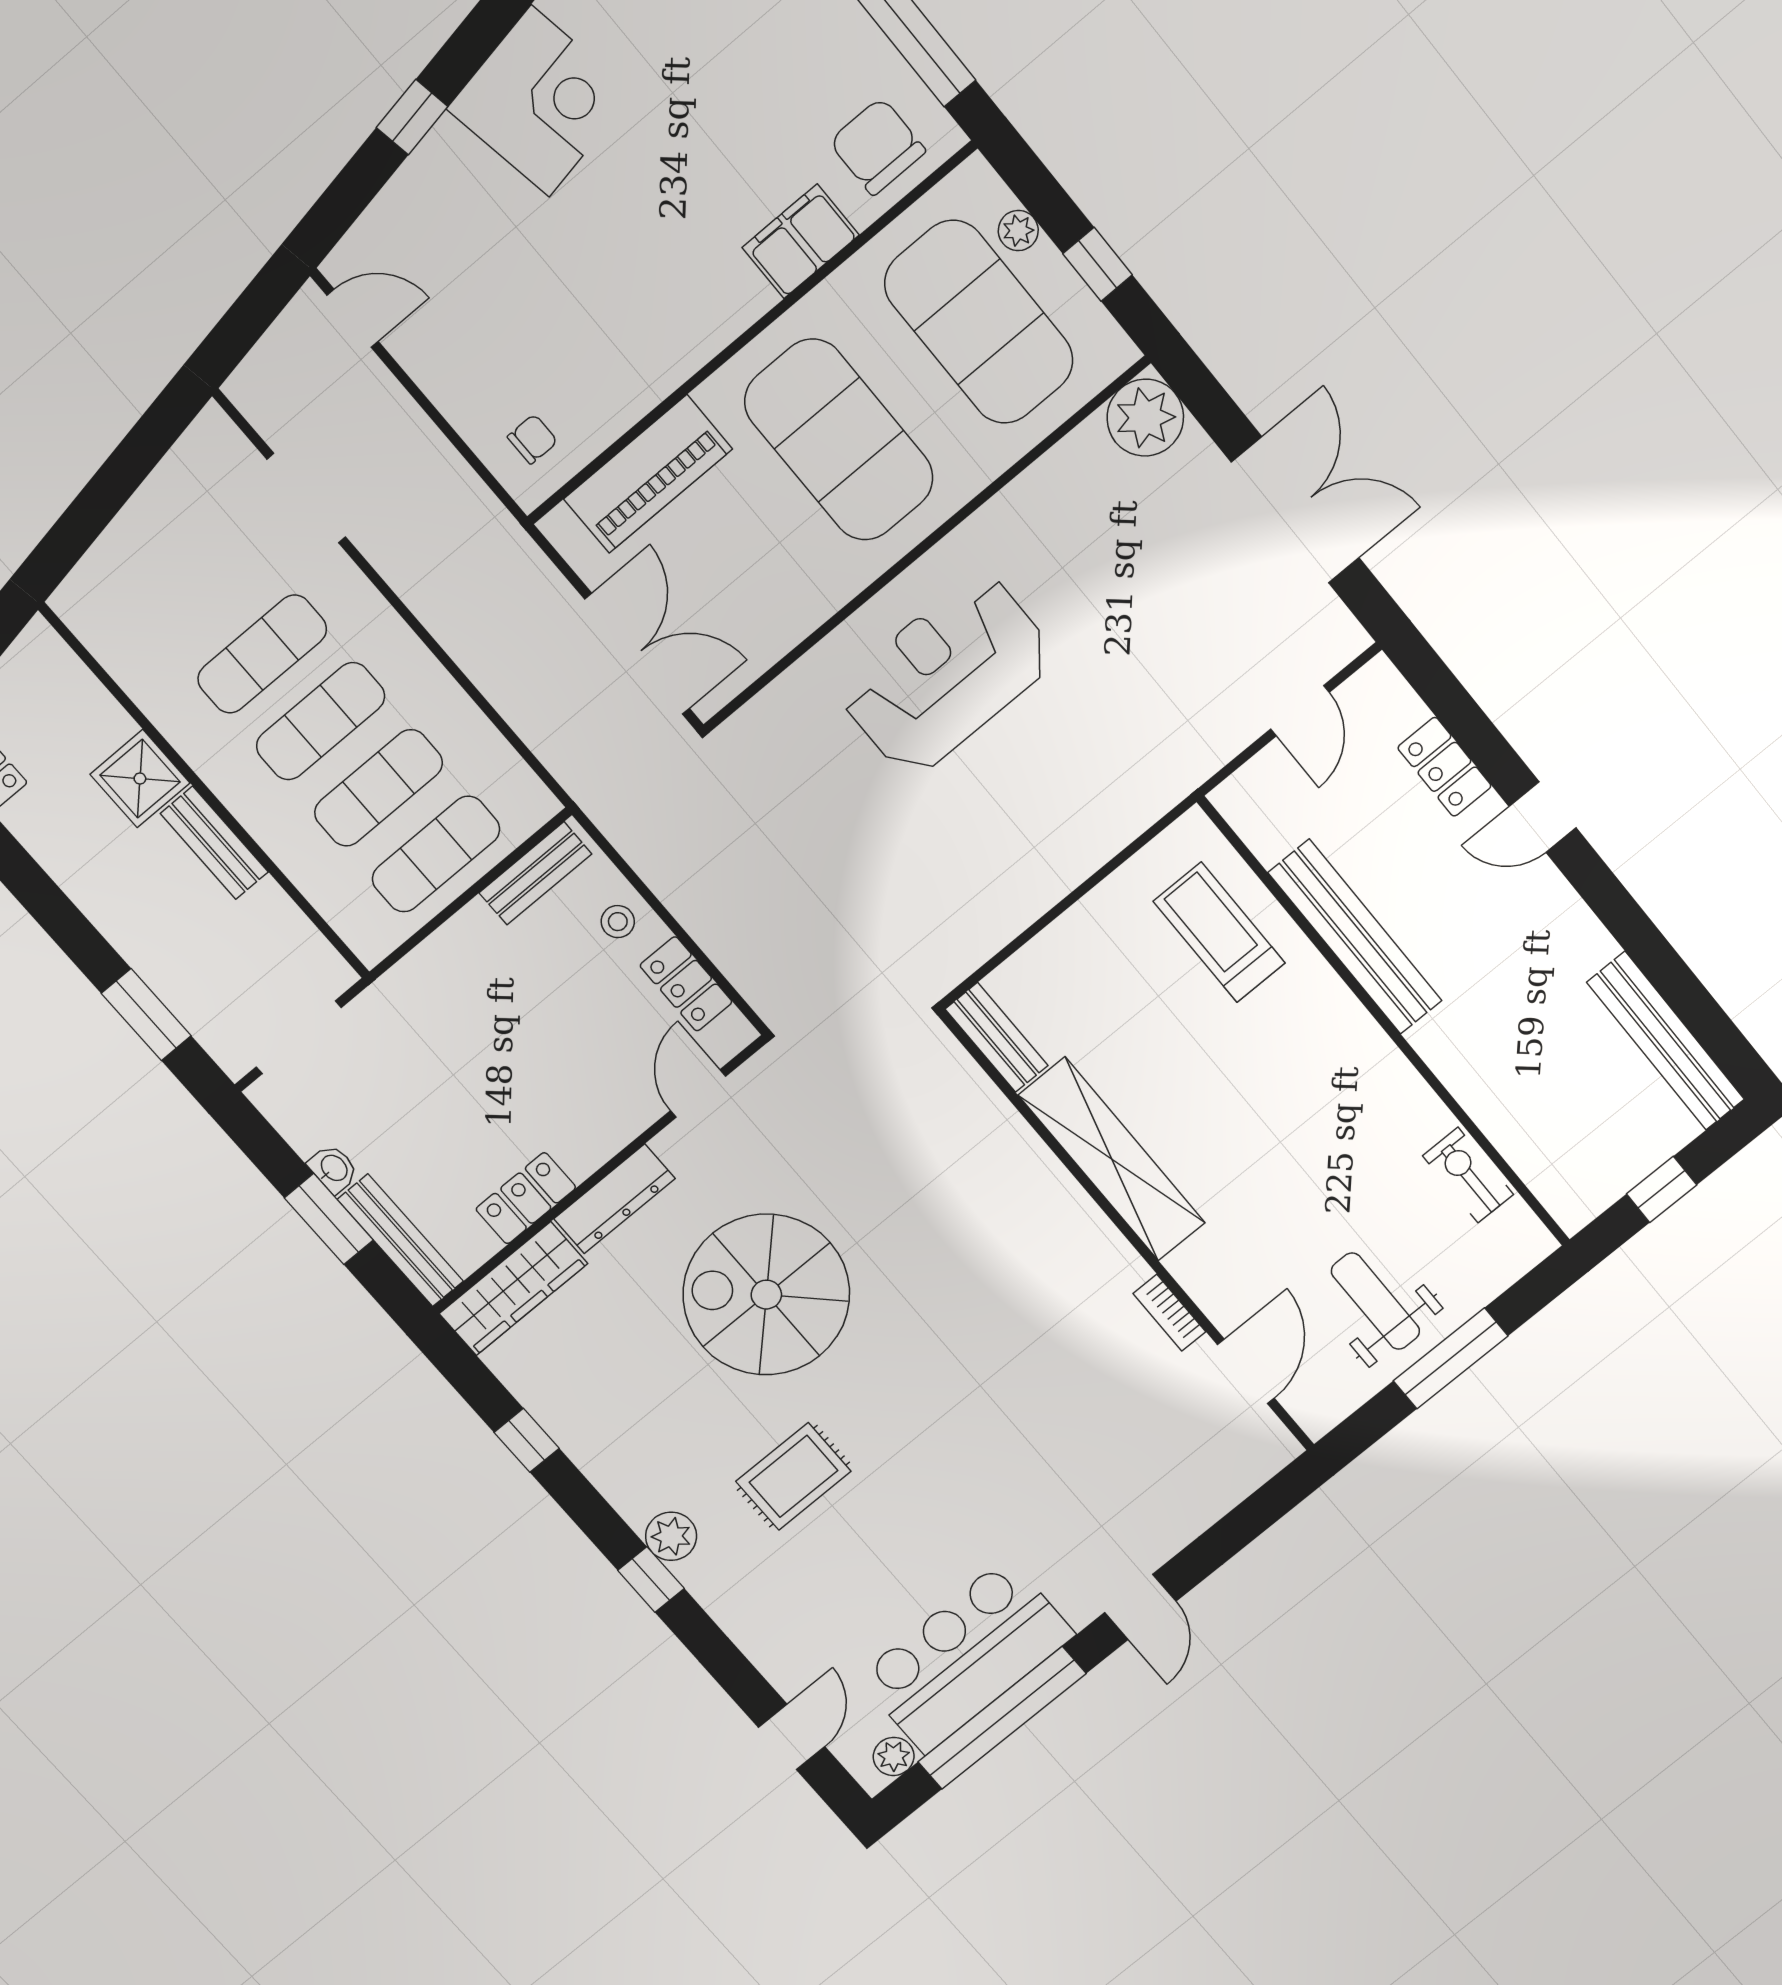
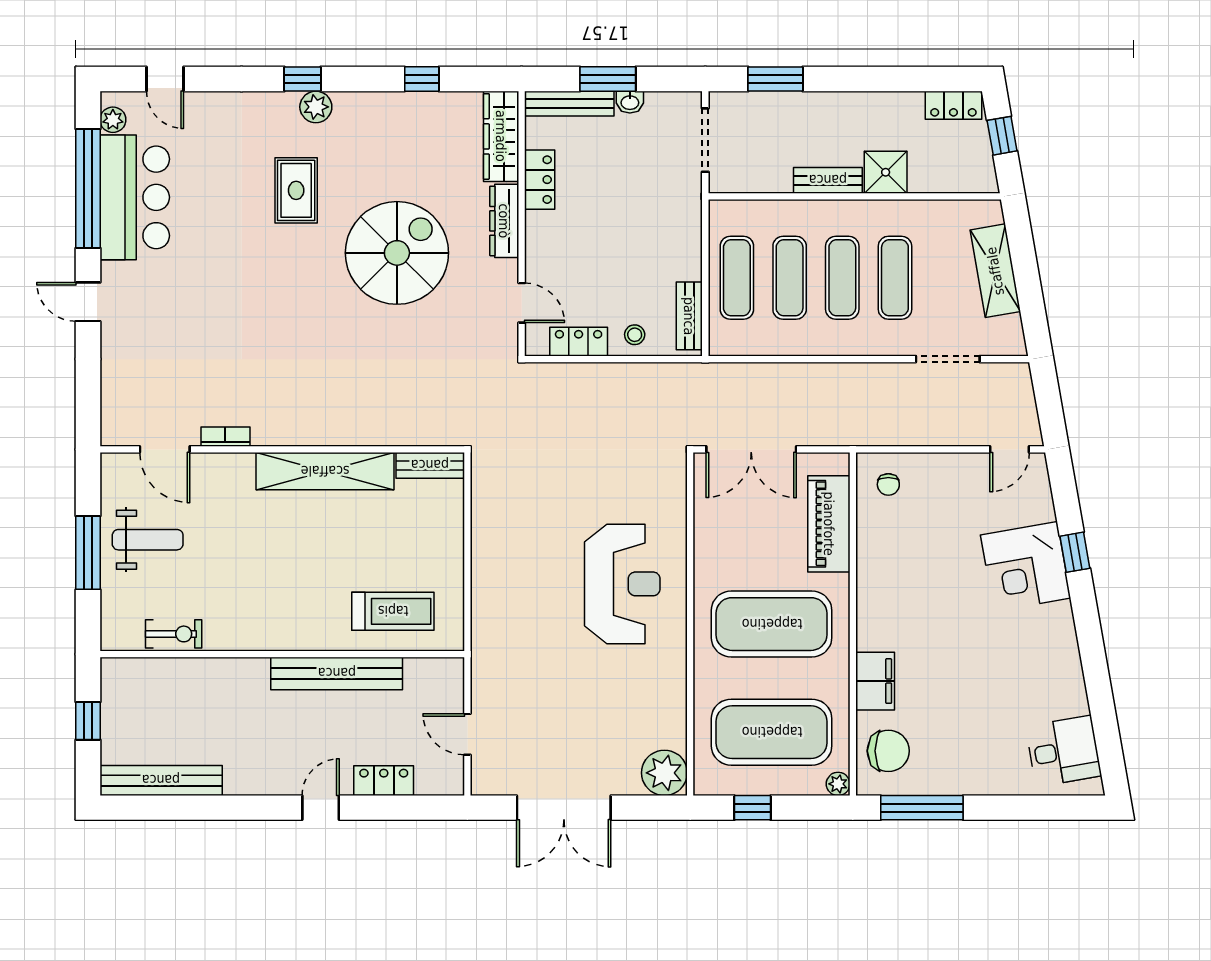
corner desk: (540, 101) -> (1026, 566), moved
plant: (1018, 231) -> (838, 784), moved
shelving: (141, 532) -> (995, 271), added

